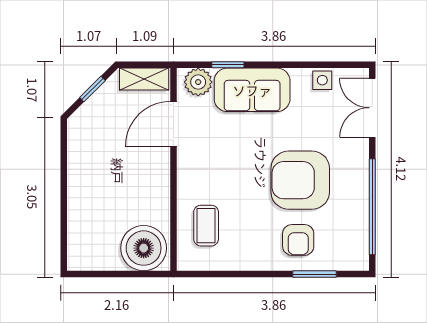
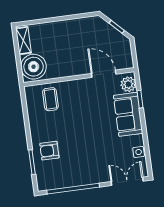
shelving: (144, 79) -> (23, 41), moved
armchair: (300, 180) -> (82, 147), removed
coffee table: (206, 226) -> (50, 99), turned 90

